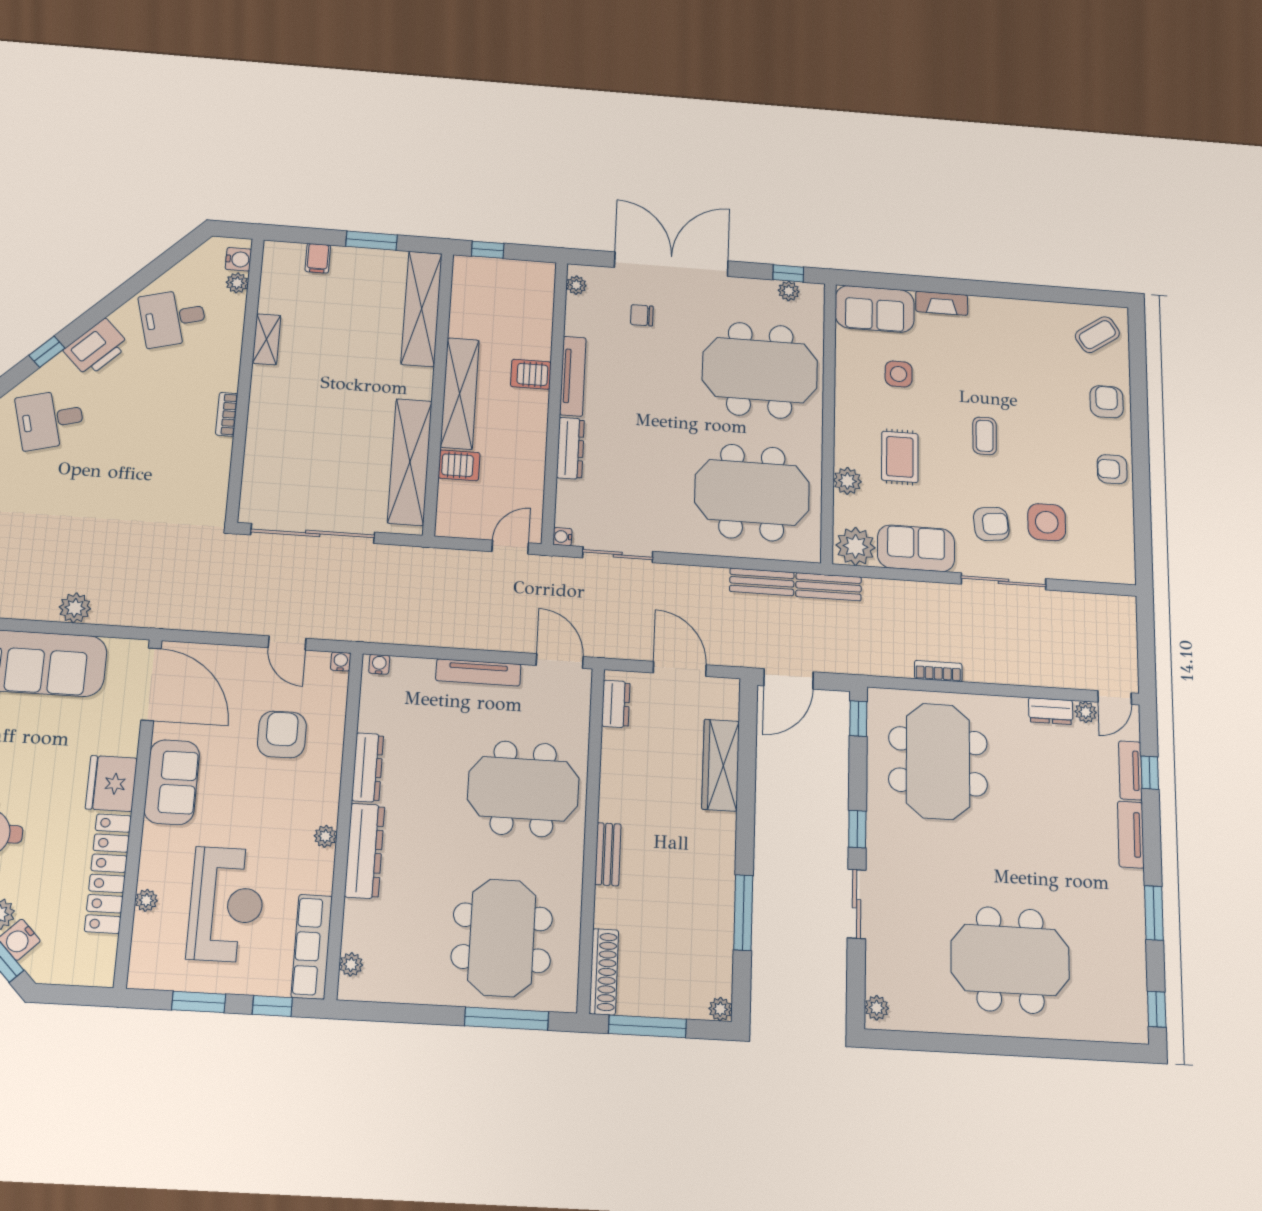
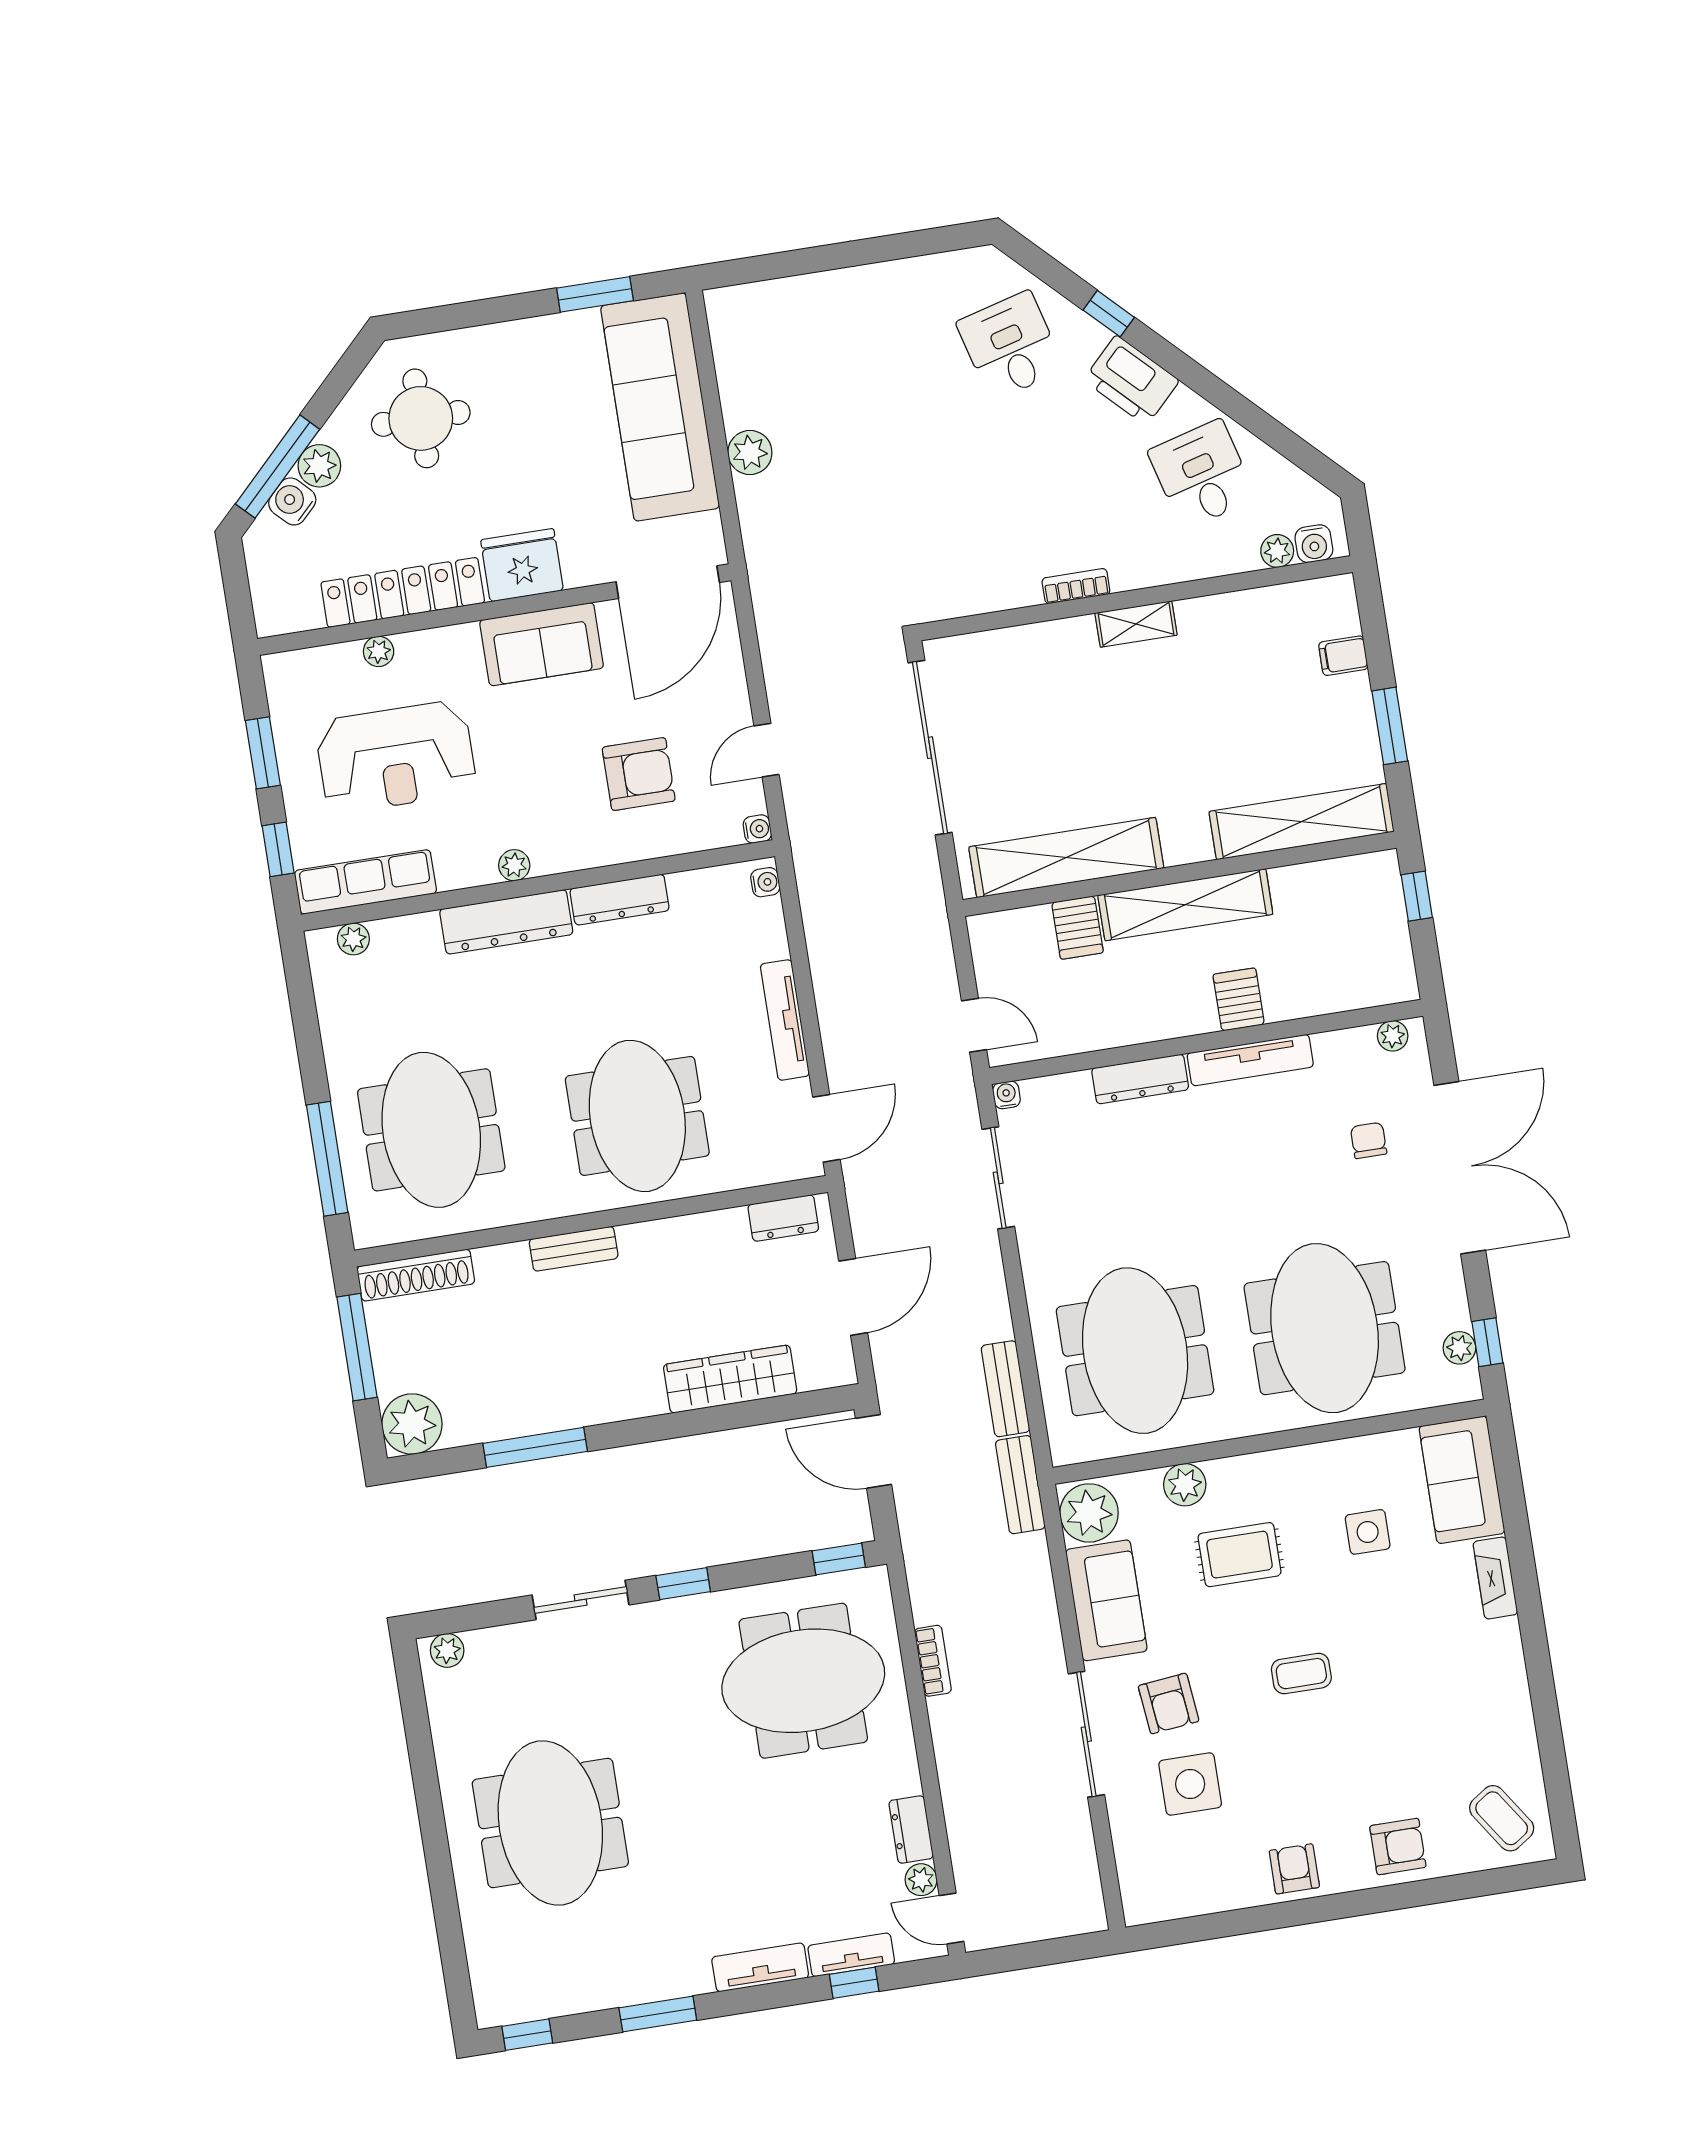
shelving: (267, 339) -> (1136, 624), moved
meeting table: (502, 938) -> (431, 1130), turned 90
plant: (720, 1009) -> (412, 1424), width x1.88, depth x1.88

